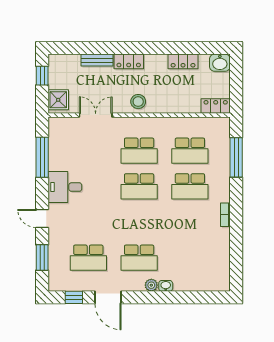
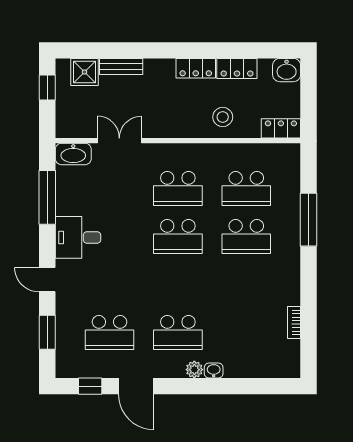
locker: (129, 61) -> (196, 68), moved
shower: (58, 100) -> (84, 72), moved
stool: (138, 102) -> (223, 117), moved
washbasin: (61, 125) -> (73, 154), added
window: (236, 157) -> (308, 220), moved
bookcase: (225, 215) -> (294, 323), moved

